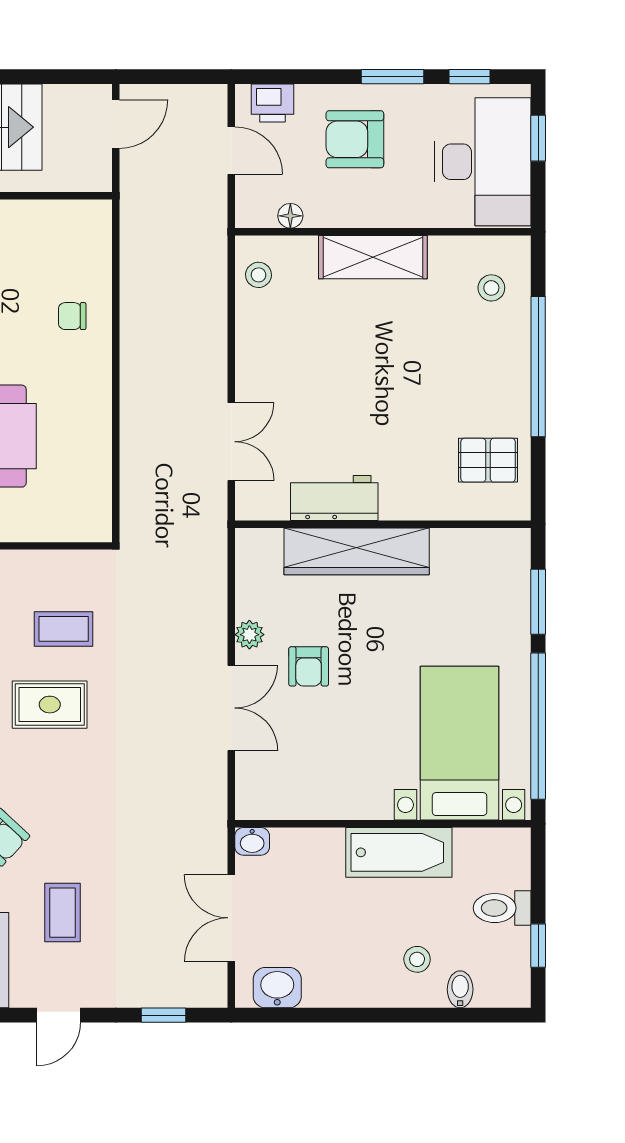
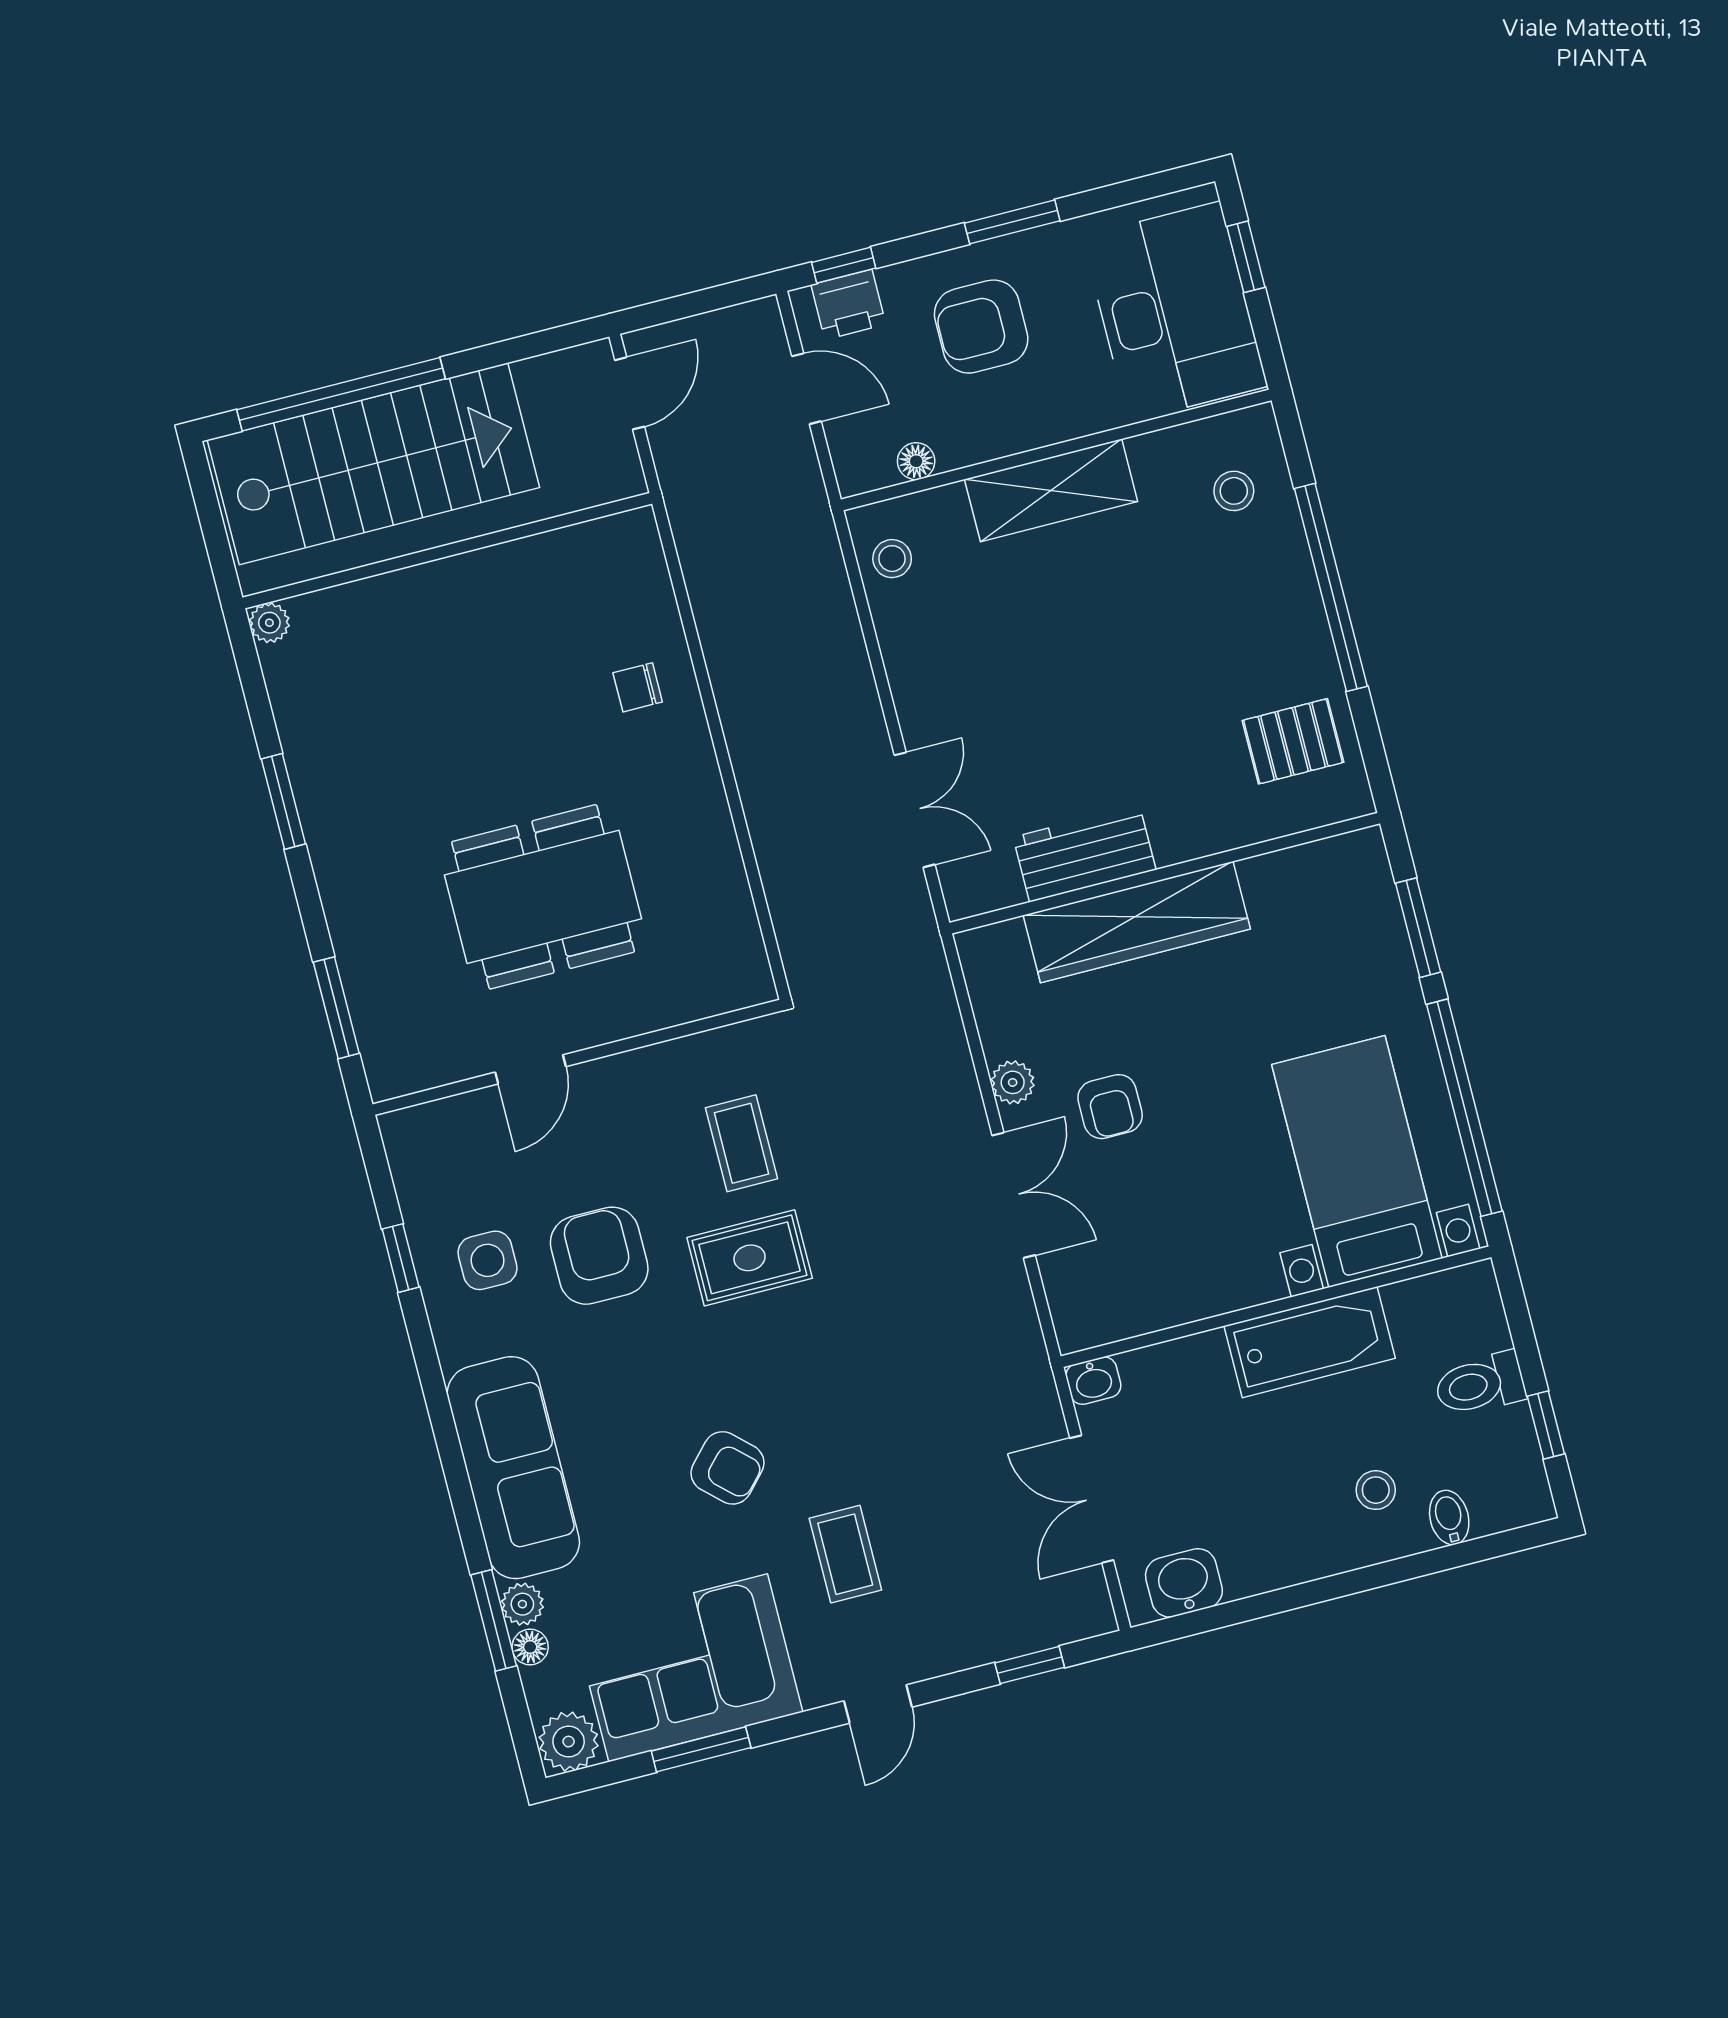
window: (470, 77) -> (844, 265), moved
coffee table: (64, 629) -> (741, 1143), turned 90

